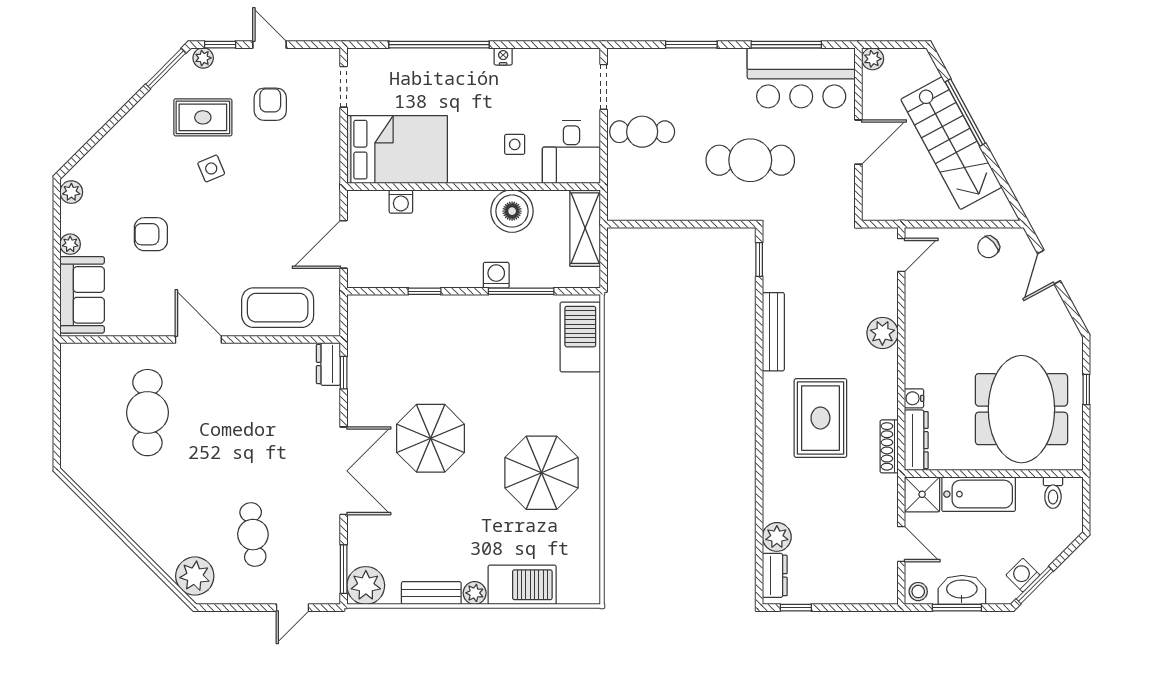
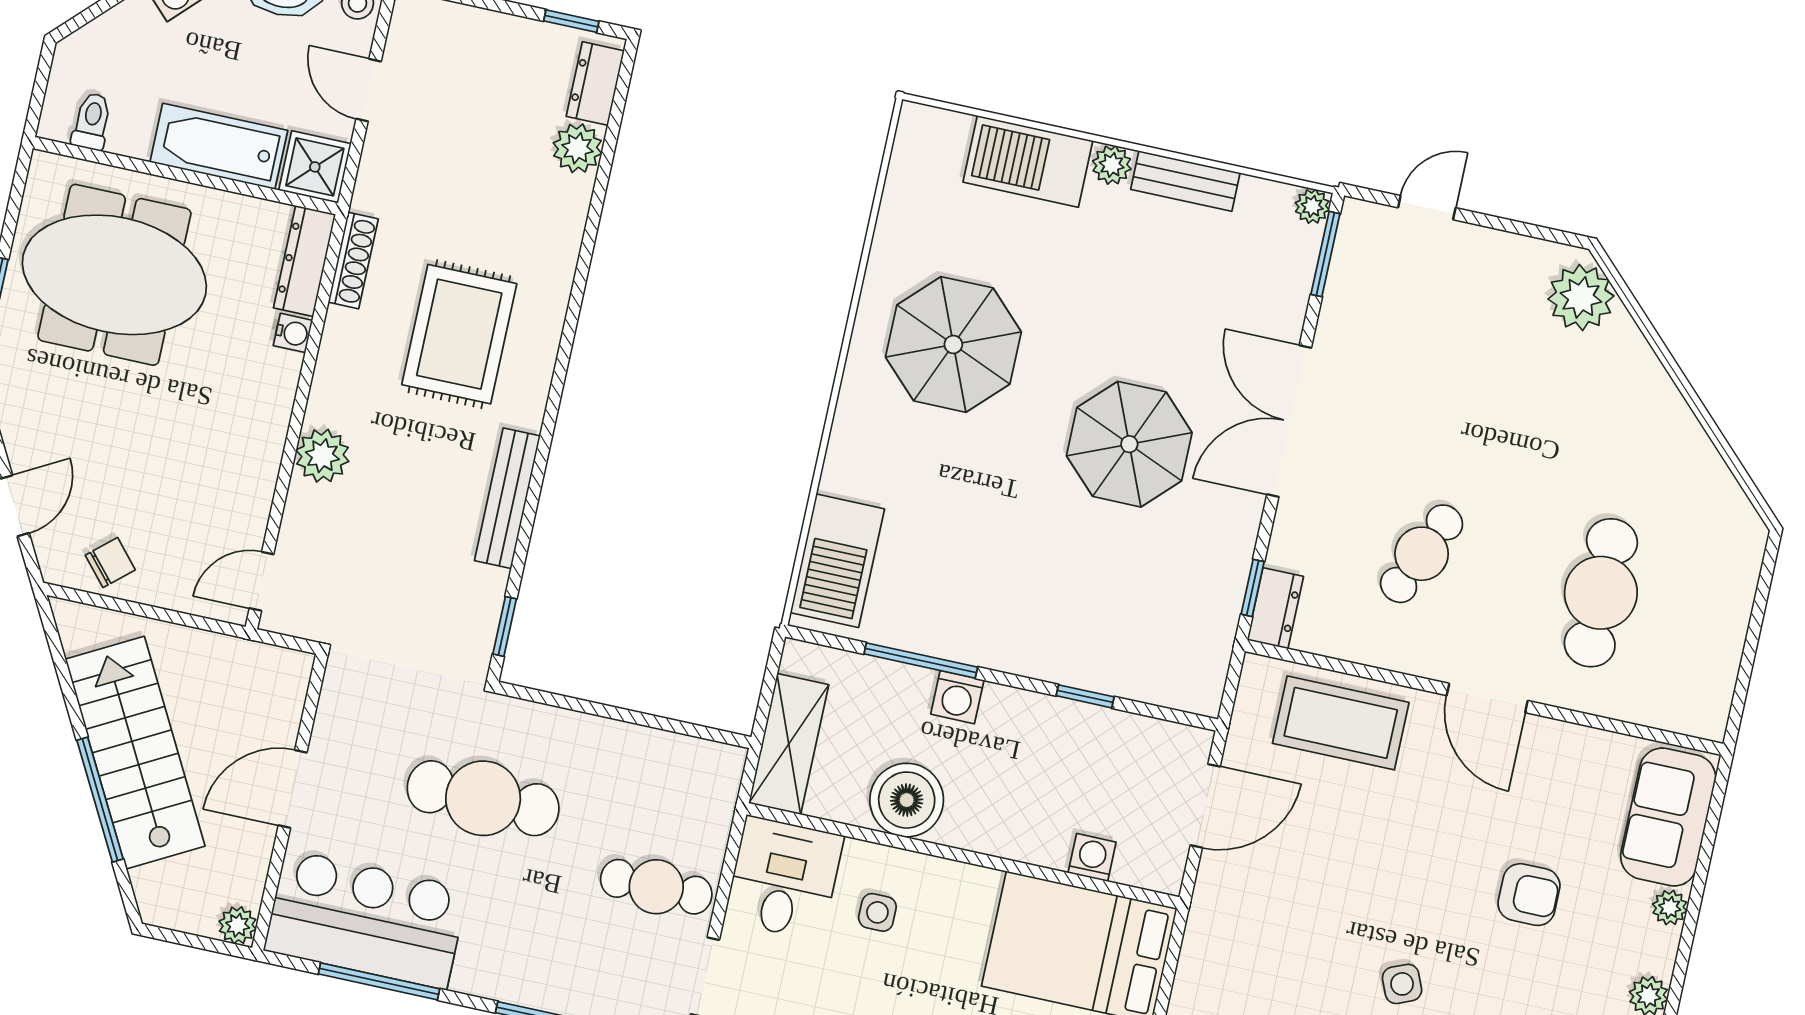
meeting table: (1021, 409) -> (114, 275), turned 90
cafe table: (253, 535) -> (1422, 554), moved, turned 30
plant: (366, 585) -> (1312, 206), width x0.53, depth x0.53

